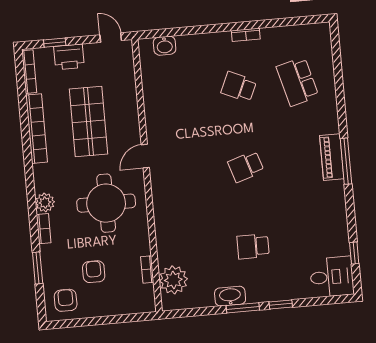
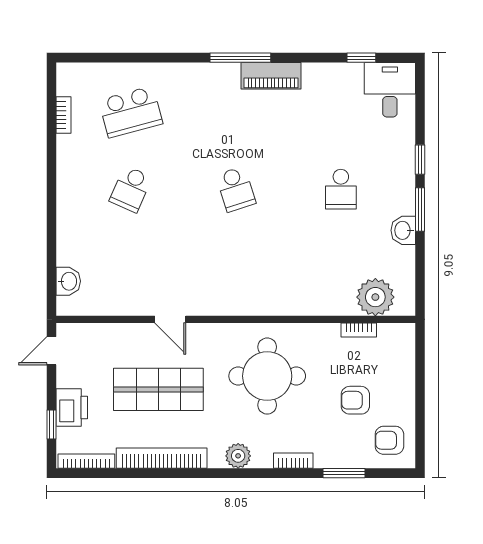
bookcase: (246, 35) -> (64, 115), moved
door: (145, 156) -> (170, 319), moved
piano: (332, 157) -> (271, 76), moved
plant: (45, 203) -> (238, 456), moved
washbasin: (230, 296) -> (403, 230), width x0.72

